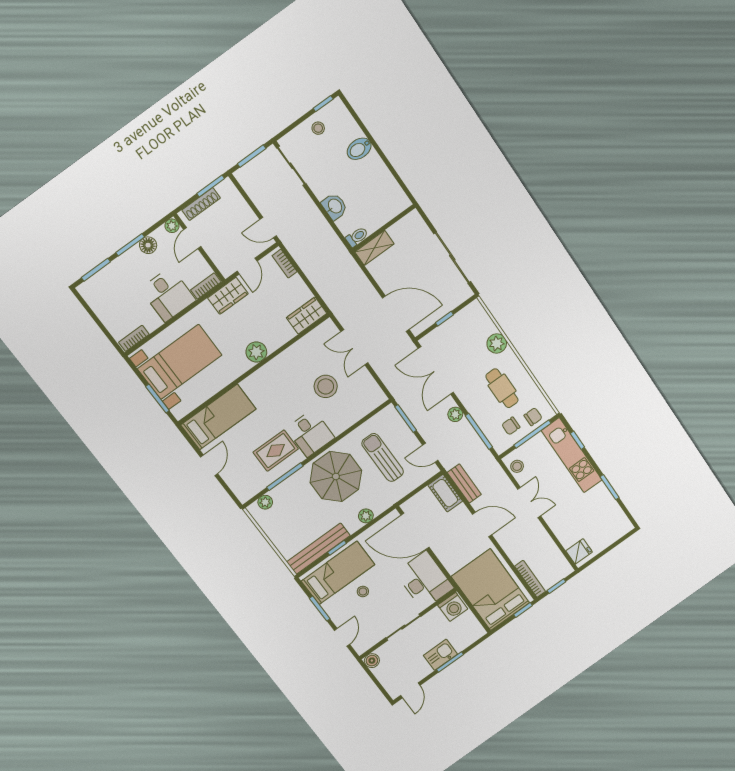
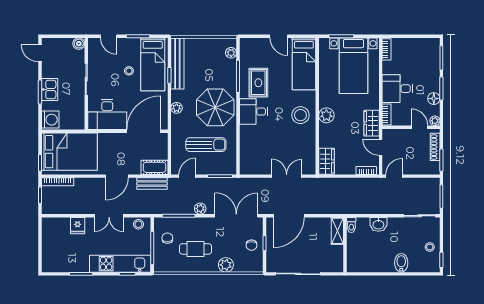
stool: (326, 386) -> (300, 115), moved
chair: (533, 417) -> (252, 245), moved
fridge: (579, 551) -> (78, 226), moved
washing machine: (453, 607) -> (50, 120), moved, turned 180

